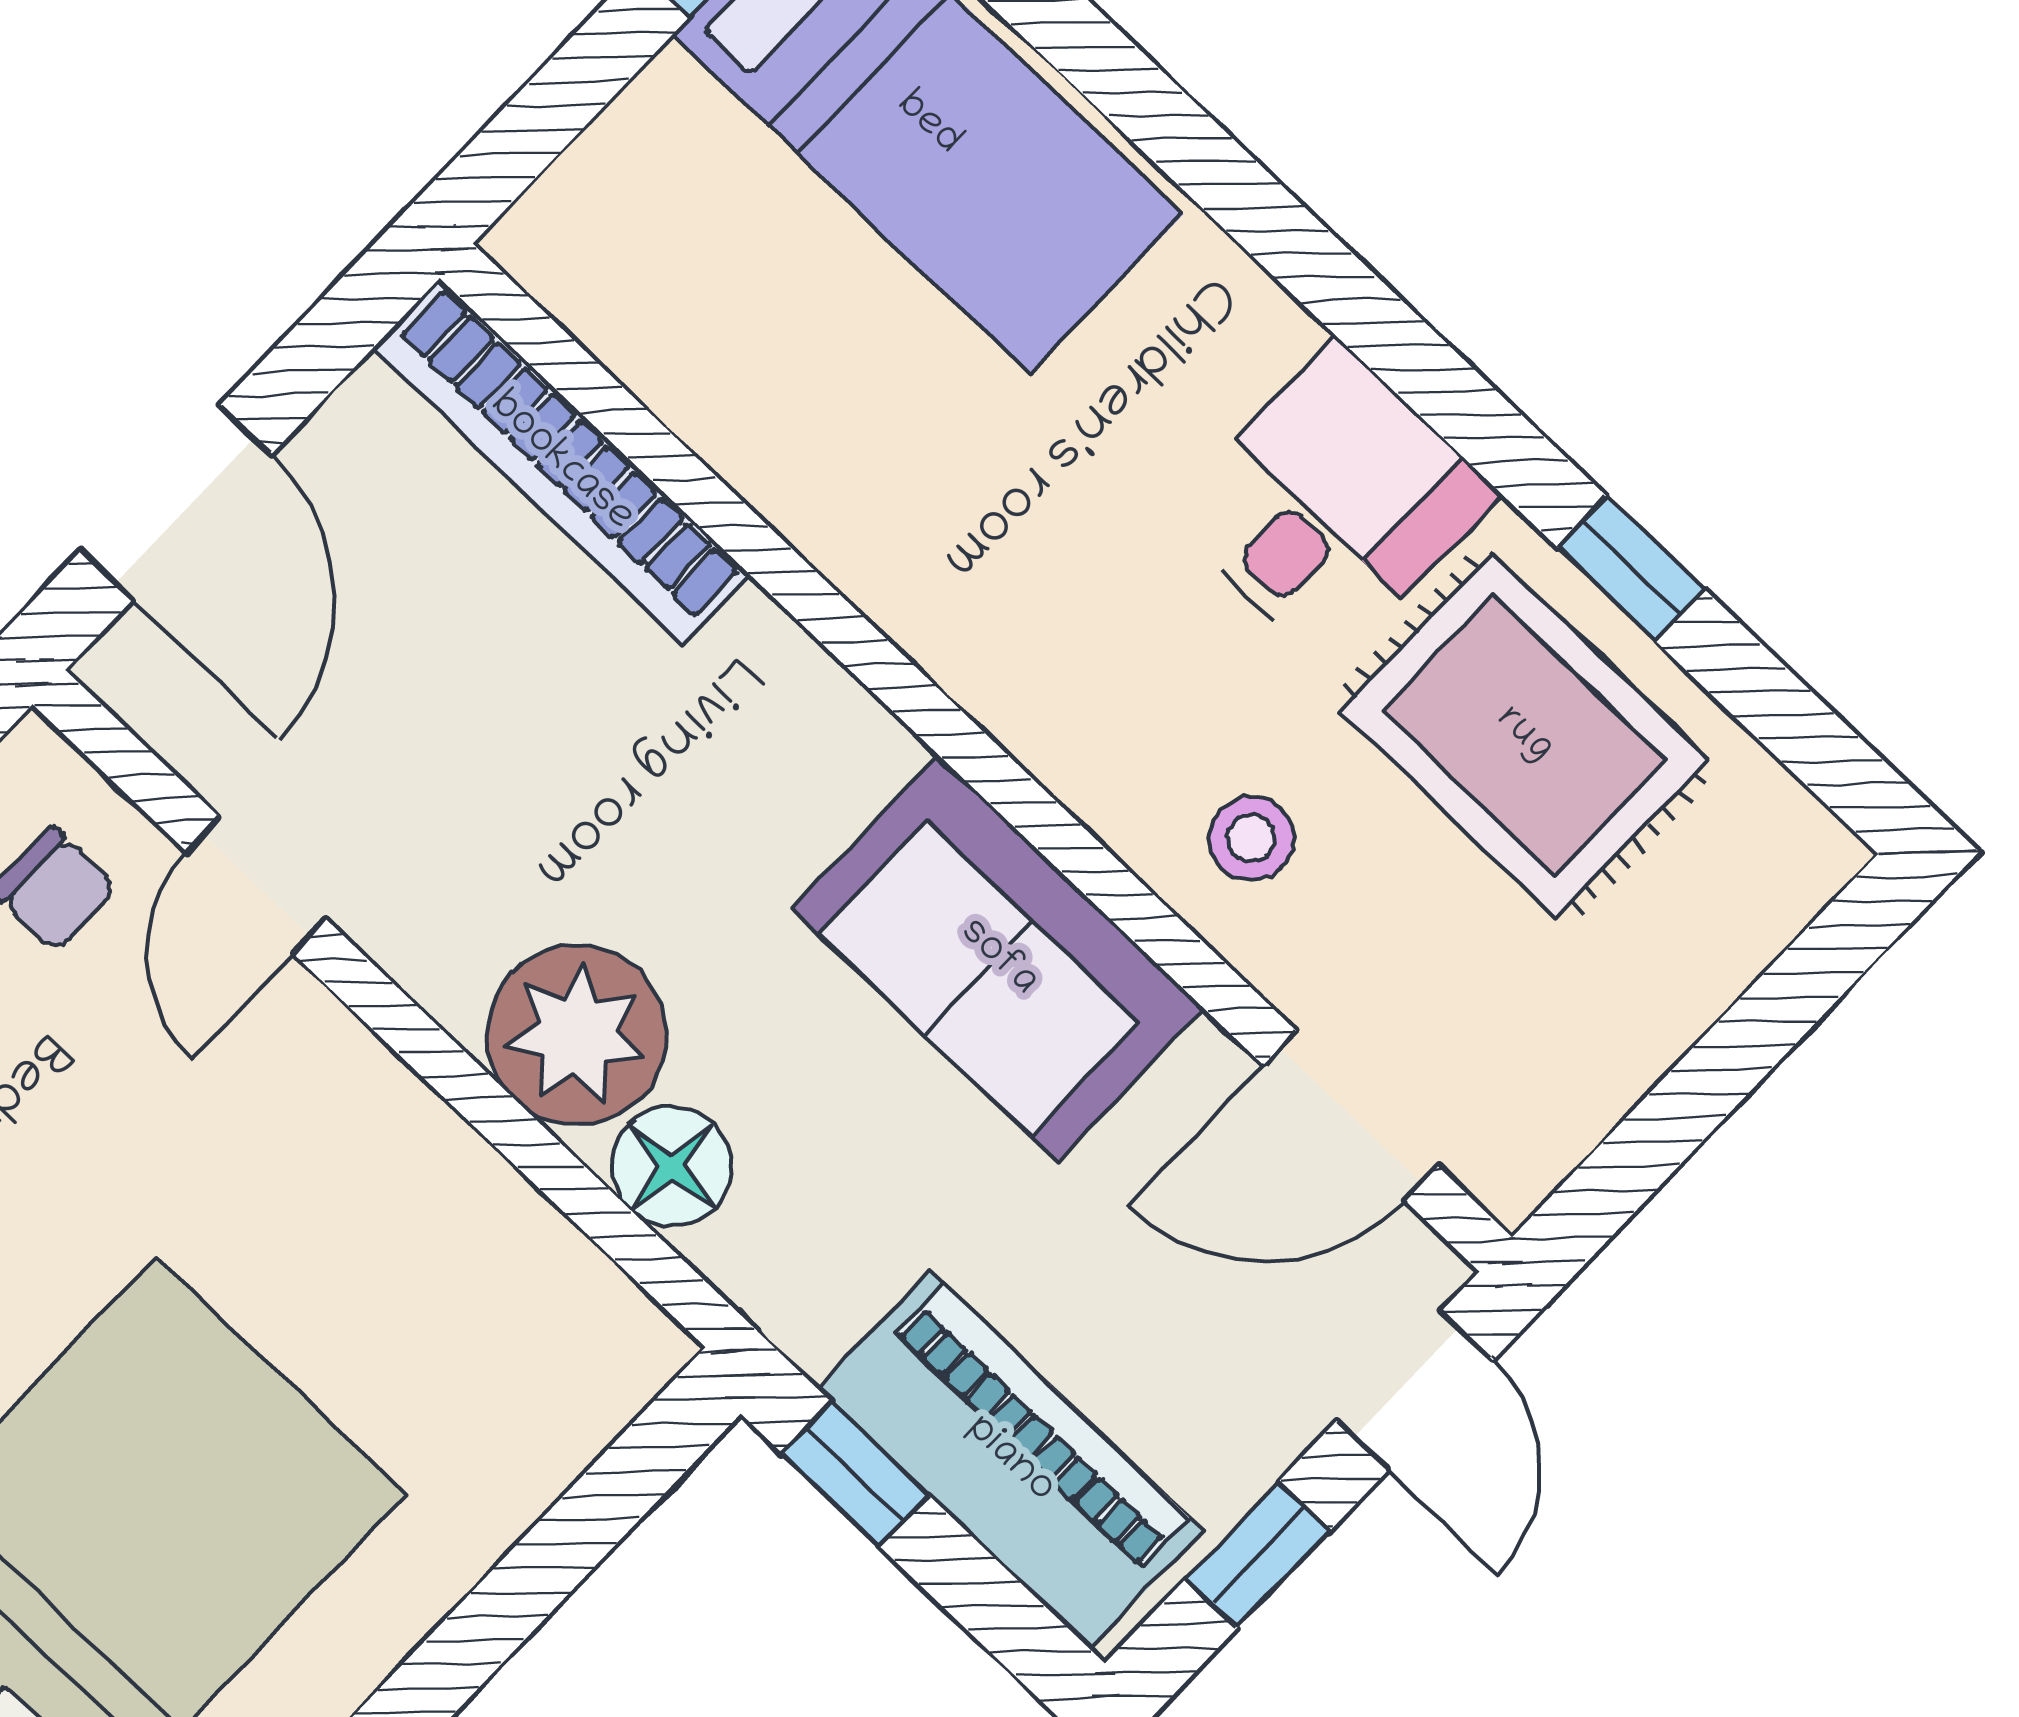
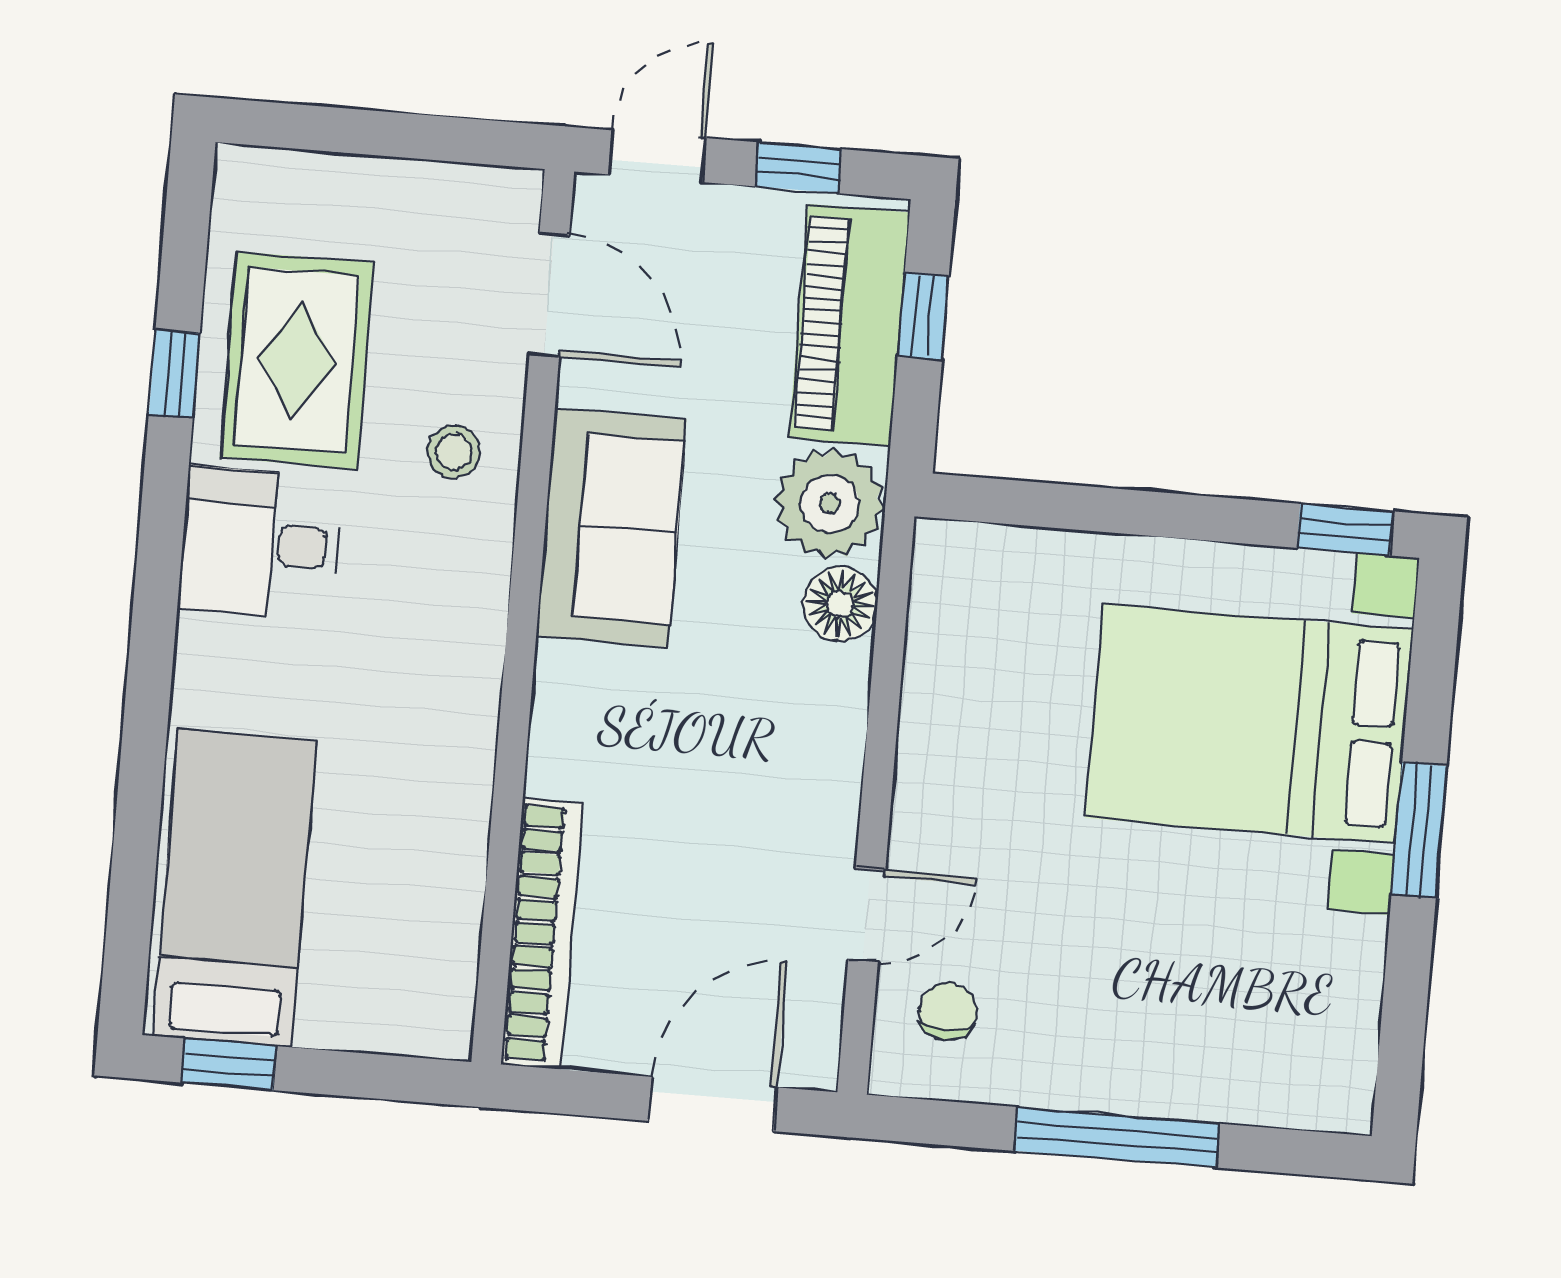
plant: (577, 1035) -> (830, 503), moved
window: (855, 1474) -> (923, 316), moved

